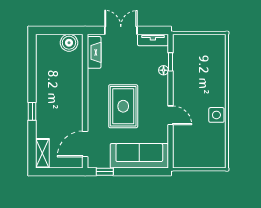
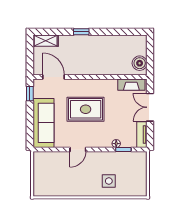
double door: (121, 30) -> (150, 107), swing flipped
side table: (216, 115) -> (109, 181), moved

